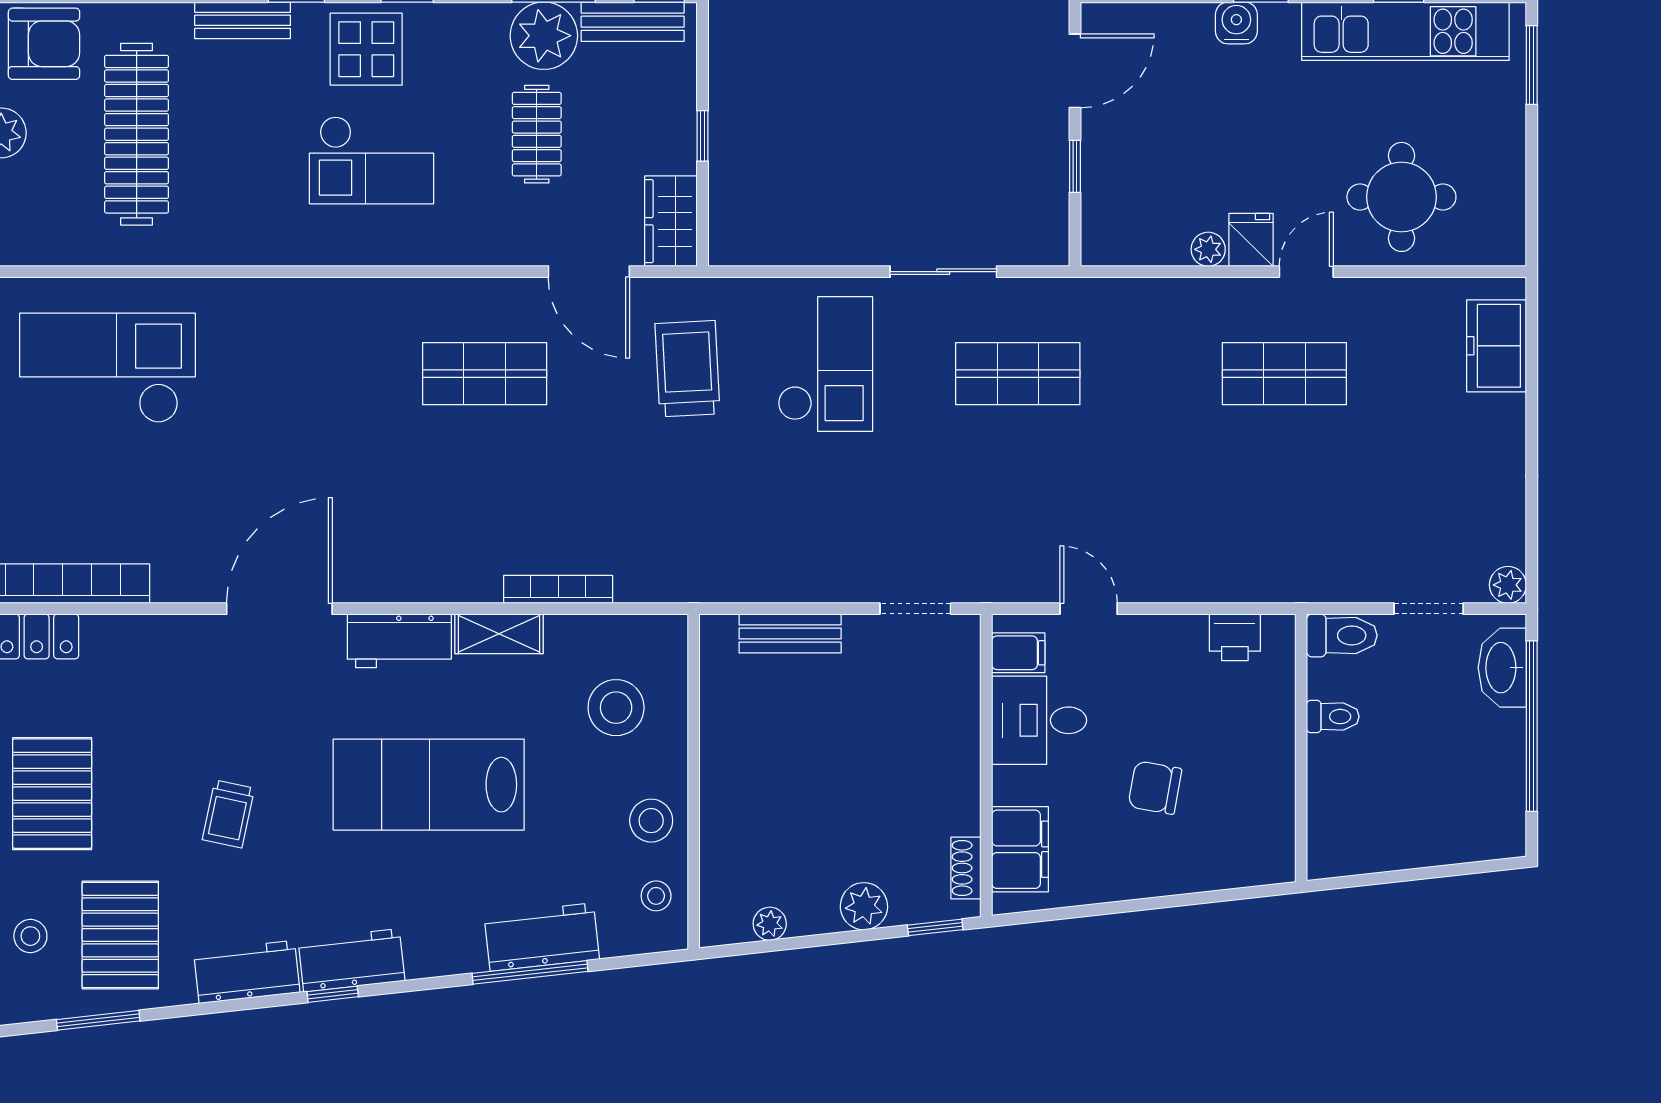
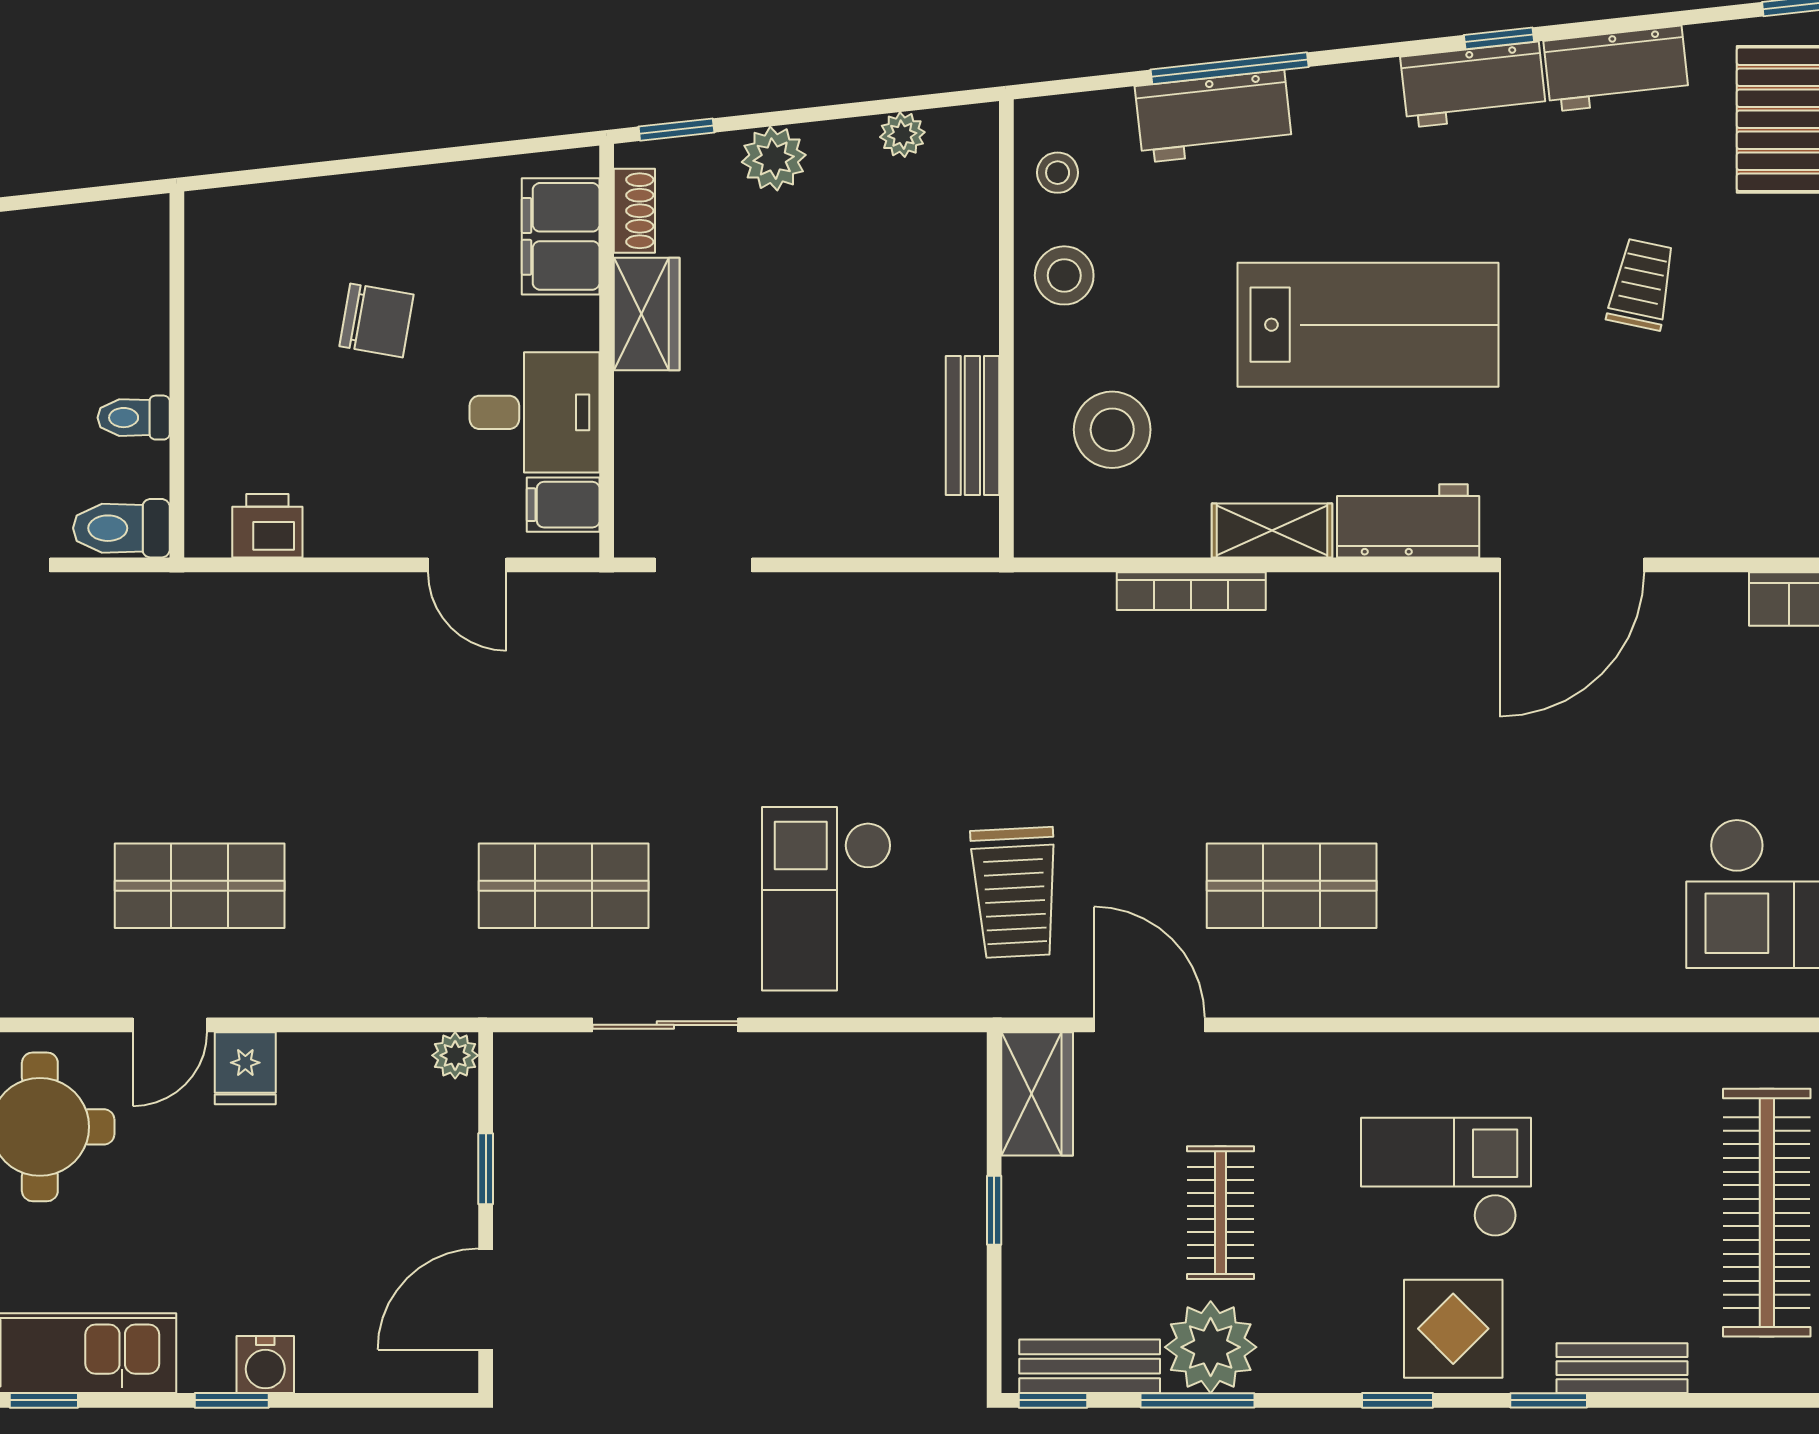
plant: (1208, 249) -> (455, 1055), moved
bench: (790, 633) -> (972, 426), moved, turned 90
wardrobe: (957, 792) -> (647, 314), added

